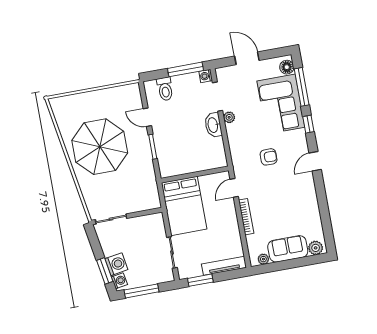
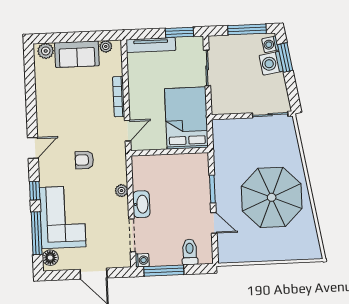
plant: (229, 117) -> (121, 191), moved

